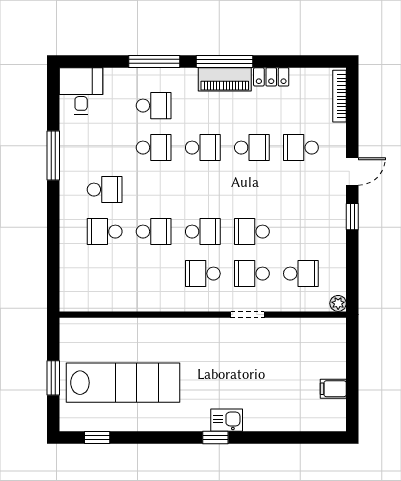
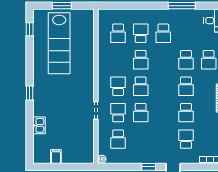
school desk: (252, 232) -> (141, 113), turned 180
school desk: (105, 274) -> (118, 33), added
kitchen sink: (227, 420) -> (39, 125), moved

